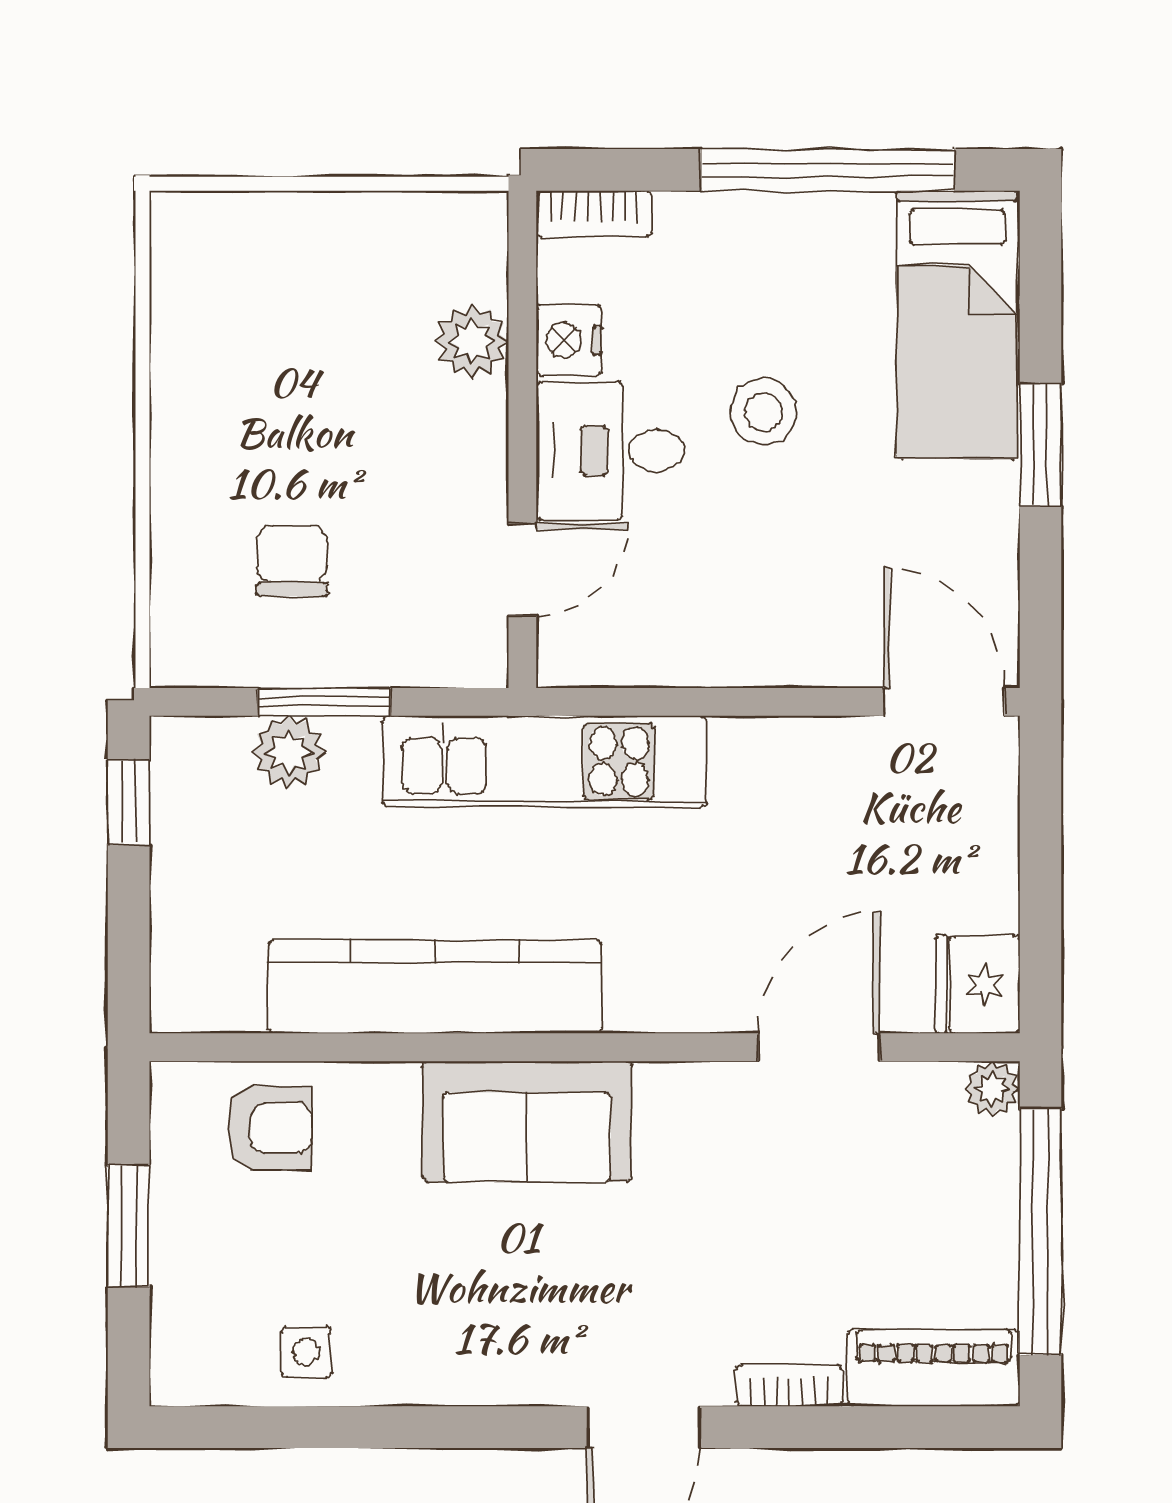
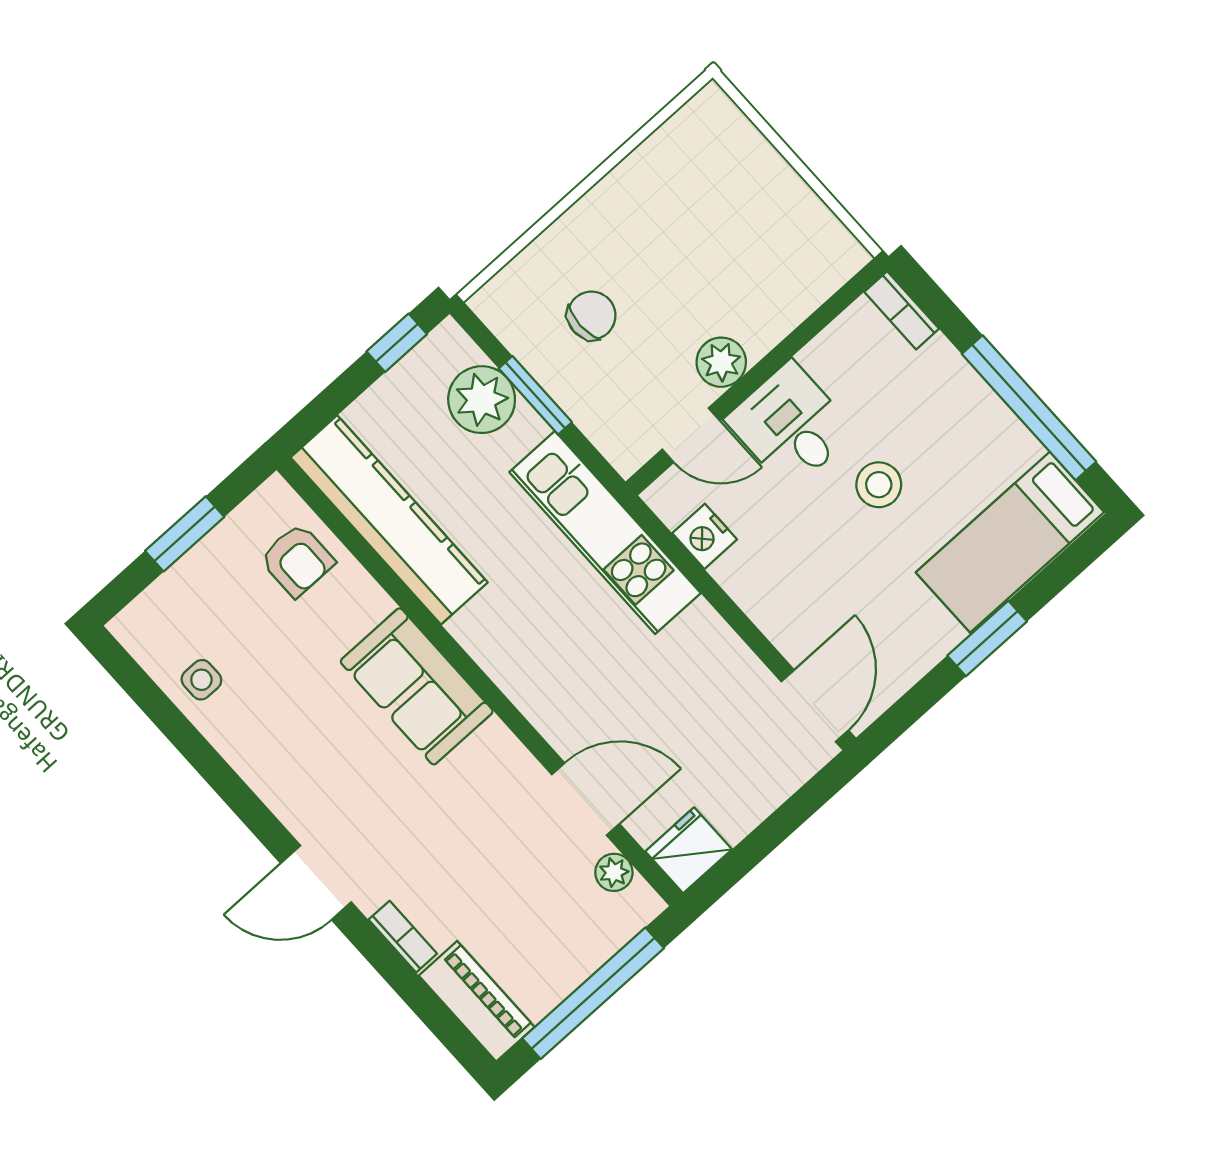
nightstand: (569, 340) -> (705, 536), moved, turned -90
plant: (472, 341) -> (721, 362), moved
plant: (289, 752) -> (482, 400), width x1.36, depth x1.36
kitchen counter: (435, 987) -> (389, 520), moved
plant: (992, 1089) -> (614, 872), moved

